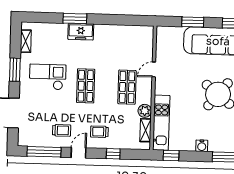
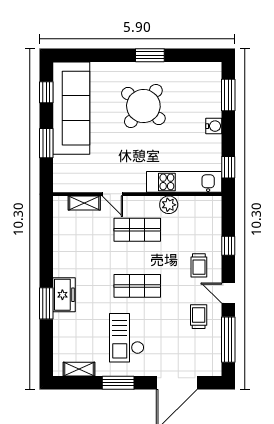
shelving: (145, 130) -> (84, 203), moved

